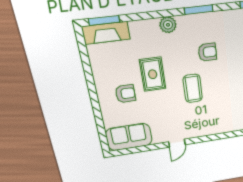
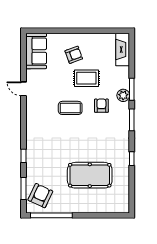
window: (104, 20) -> (132, 89), moved
armchair: (207, 52) -> (101, 106), moved, turned 180
armchair: (125, 94) -> (74, 55), turned -110

